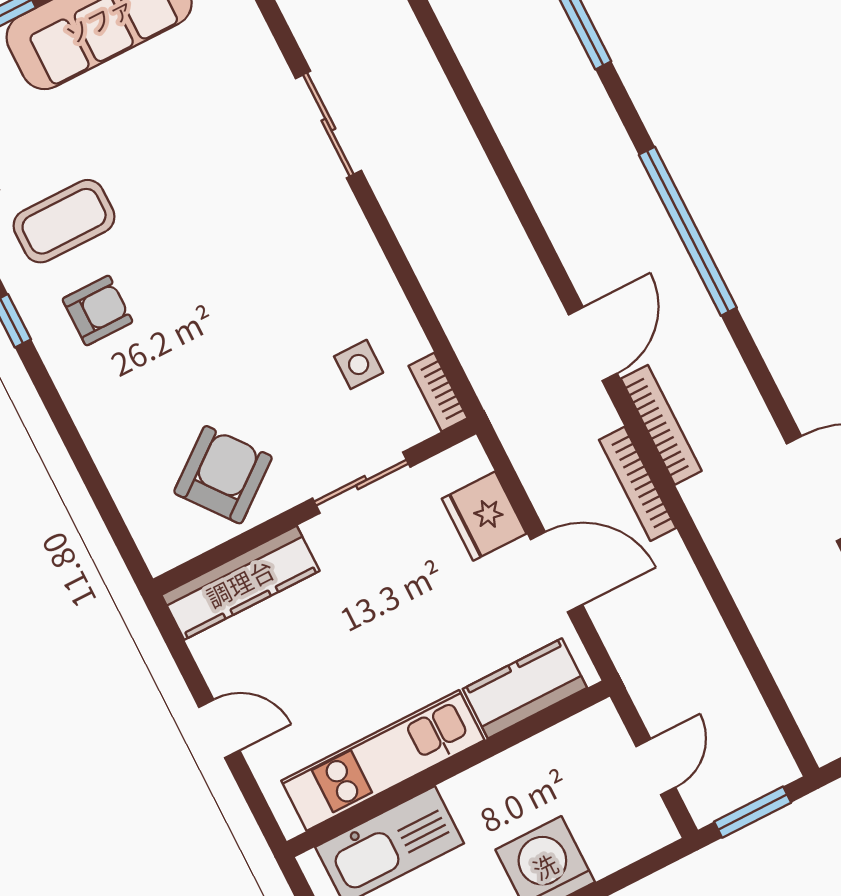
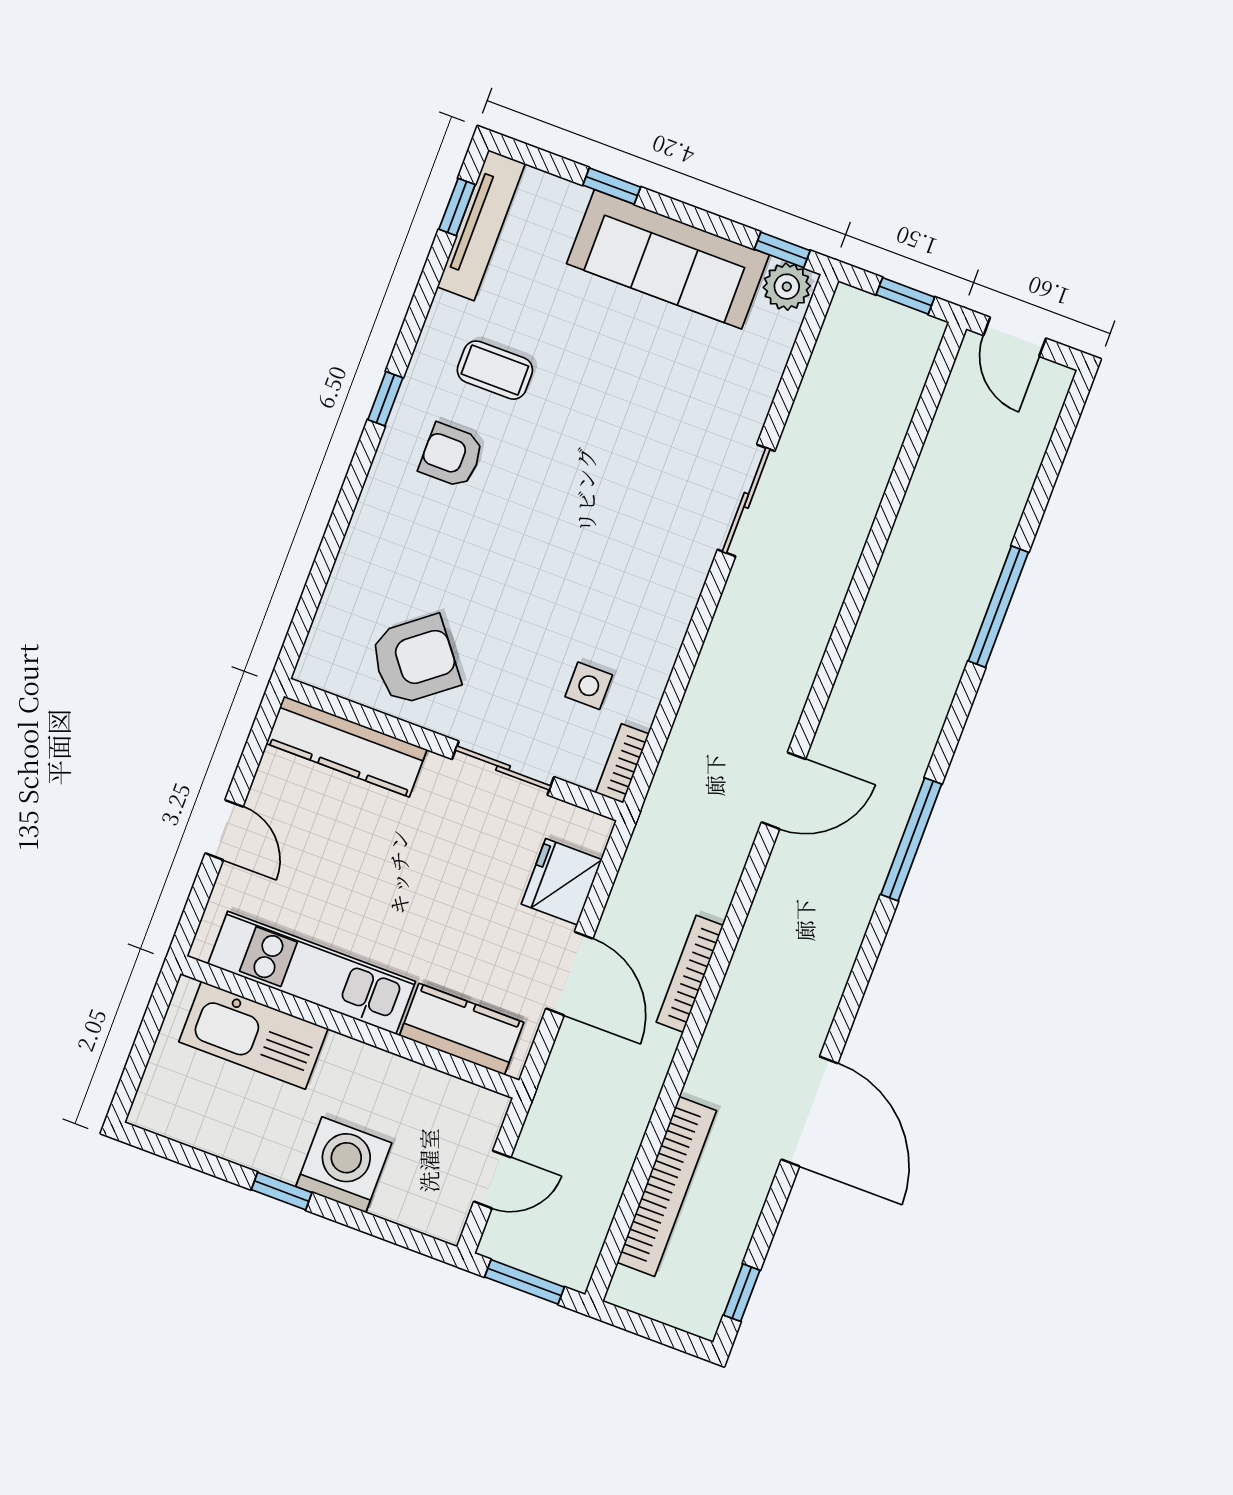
coffee table: (64, 221) -> (495, 370), width x0.73, depth x0.77
window: (688, 231) -> (911, 839), width x0.68
armchair: (97, 310) -> (451, 455), turned 180
door: (593, 344) -> (784, 791), moved
bookcase: (661, 425) -> (667, 1187), moved, width x1.48, depth x1.31

